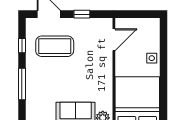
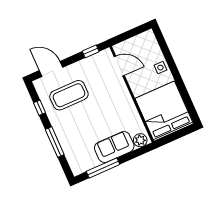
window: (82, 14) -> (91, 51), moved
door: (114, 40) -> (119, 66), hinge flipped

